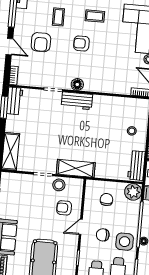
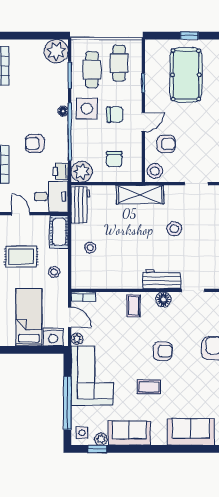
coffee table: (58, 17) -> (133, 306), moved
stool: (64, 140) -> (174, 229), added
shelving: (76, 168) -> (140, 195), moved
stool: (59, 185) -> (155, 171), moved

